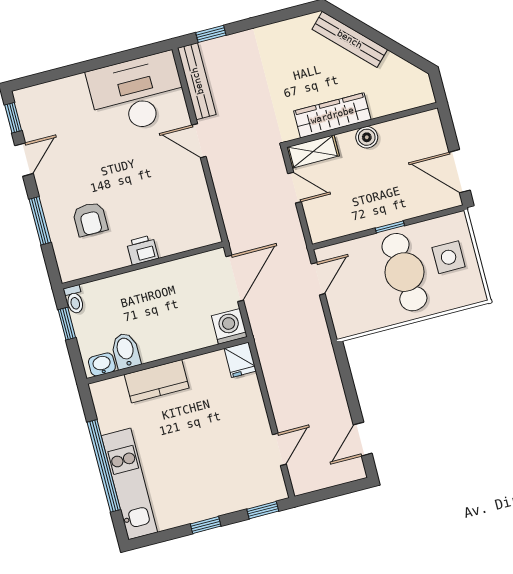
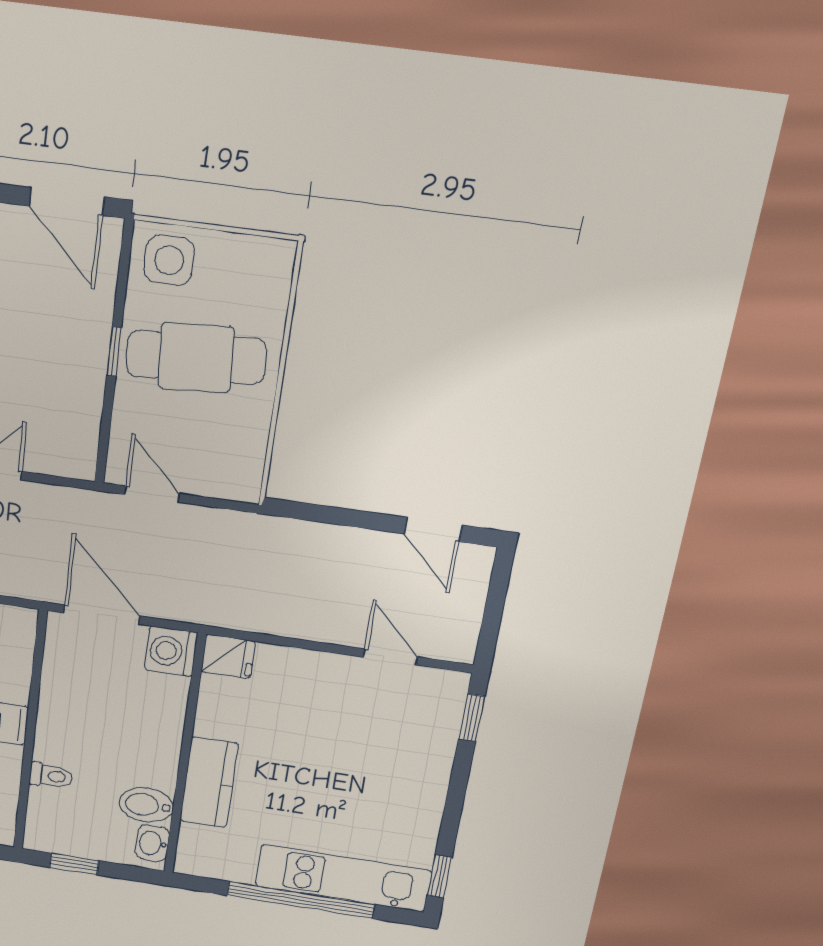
door: (460, 171) -> (67, 201), hinge flipped
side table: (449, 257) -> (169, 260), moved
toilet: (74, 300) -> (51, 776), moved
window: (206, 525) -> (439, 876), moved

